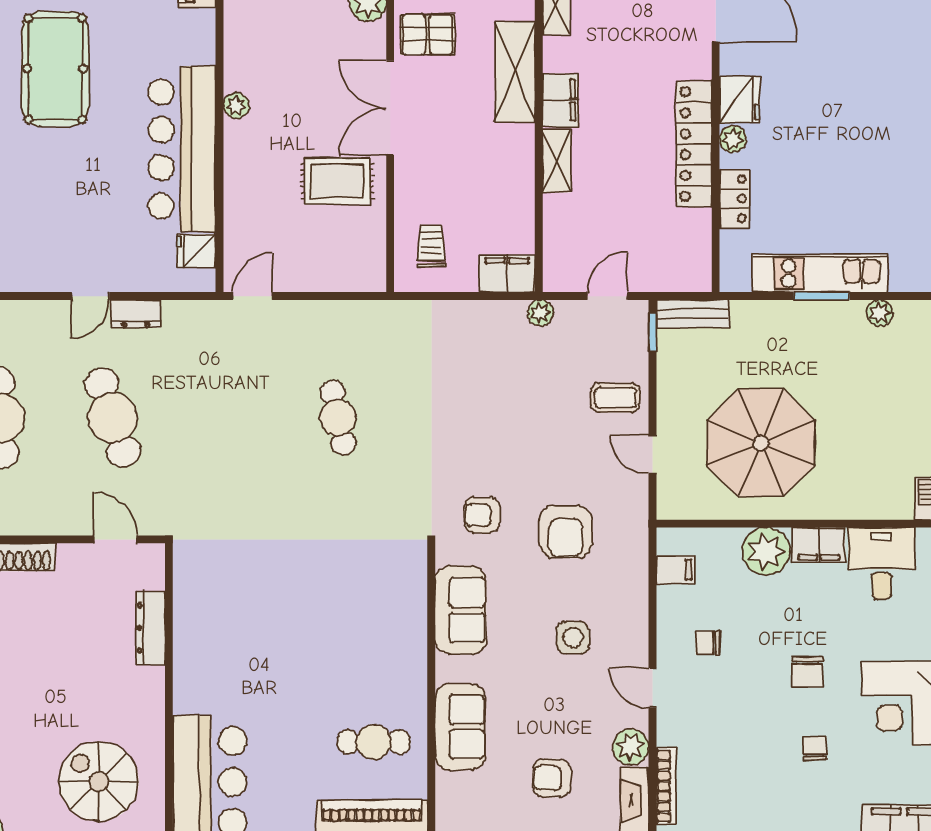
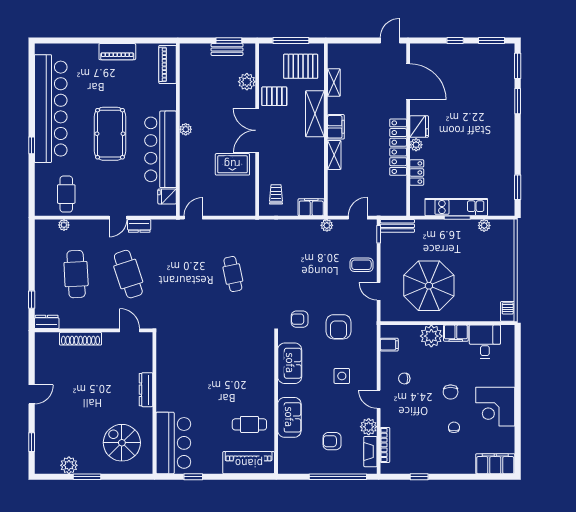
pool table: (55, 69) -> (110, 134), moved
dresser: (151, 628) -> (146, 390), moved

